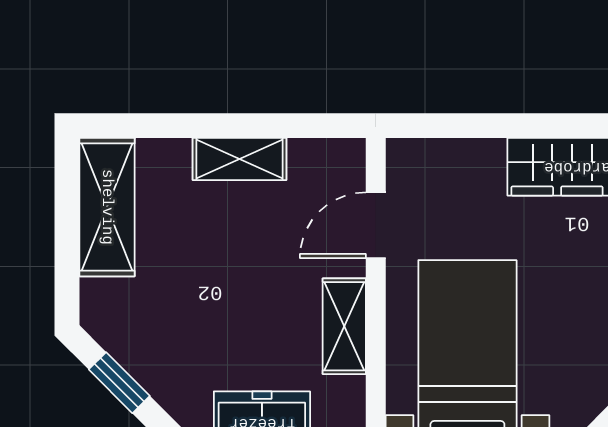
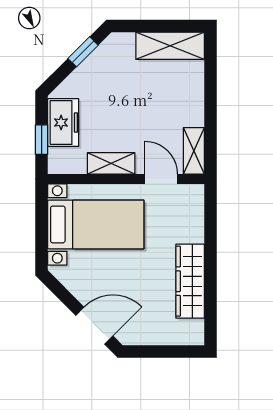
shelving: (239, 159) -> (194, 151), moved

